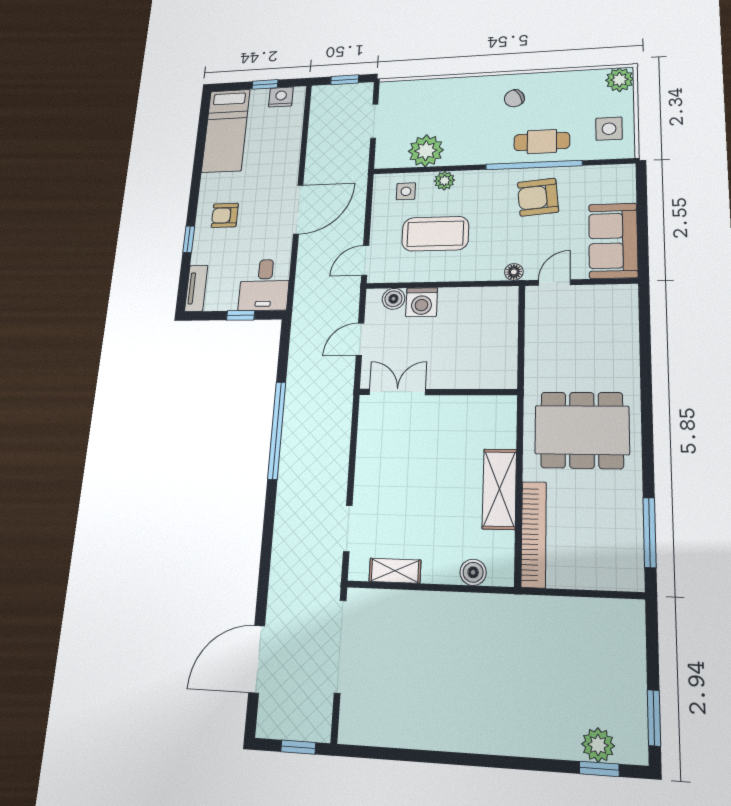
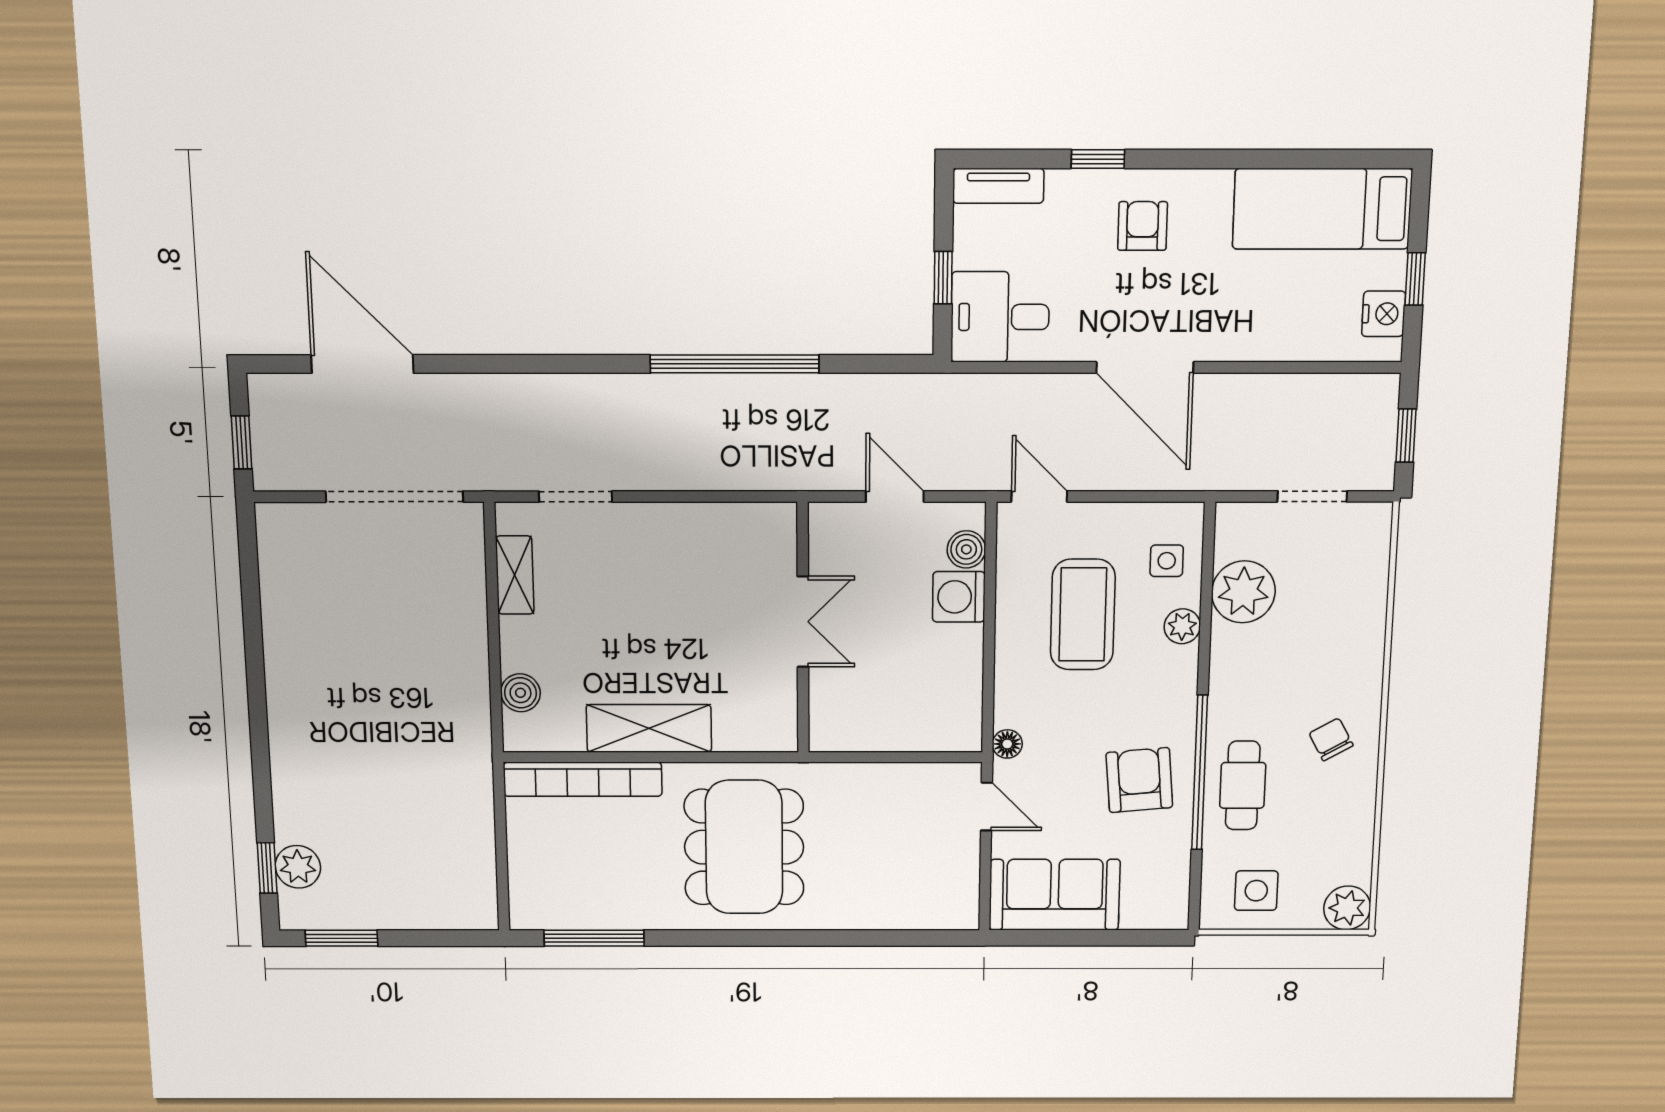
double door: (397, 392) -> (803, 622), moved

